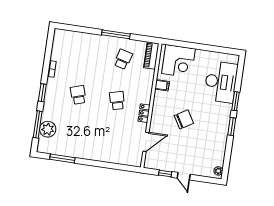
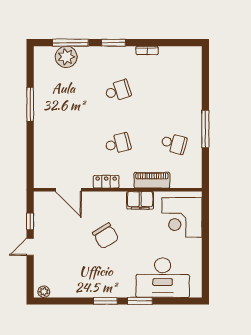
piano: (151, 56) -> (152, 180), moved
filing cabinet: (162, 85) -> (140, 200), width x2.00
window: (62, 158) -> (30, 104), moved

